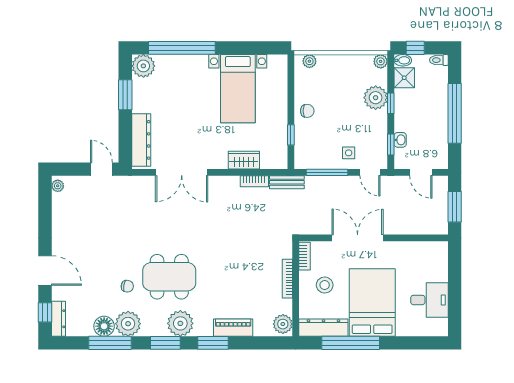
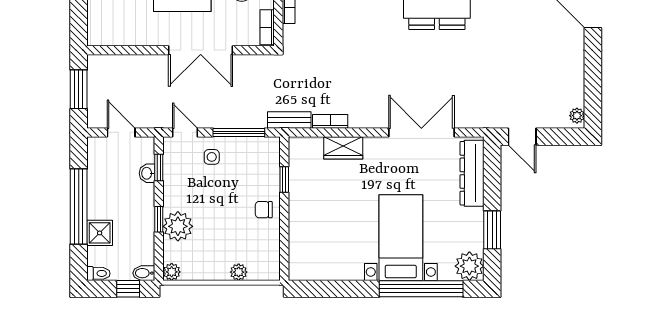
plant: (309, 61) -> (239, 272), moved
shower: (404, 78) -> (100, 233), moved
bed with nightstands: (238, 89) -> (401, 238), moved

